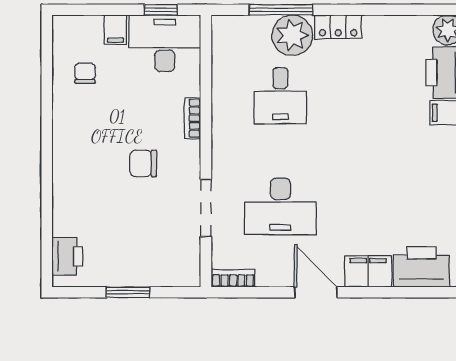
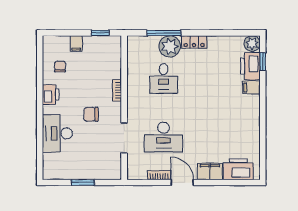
desk: (165, 43) -> (57, 133), moved, turned -90
printer: (67, 256) -> (51, 95), moved
bookcase: (233, 278) -> (159, 175), moved

